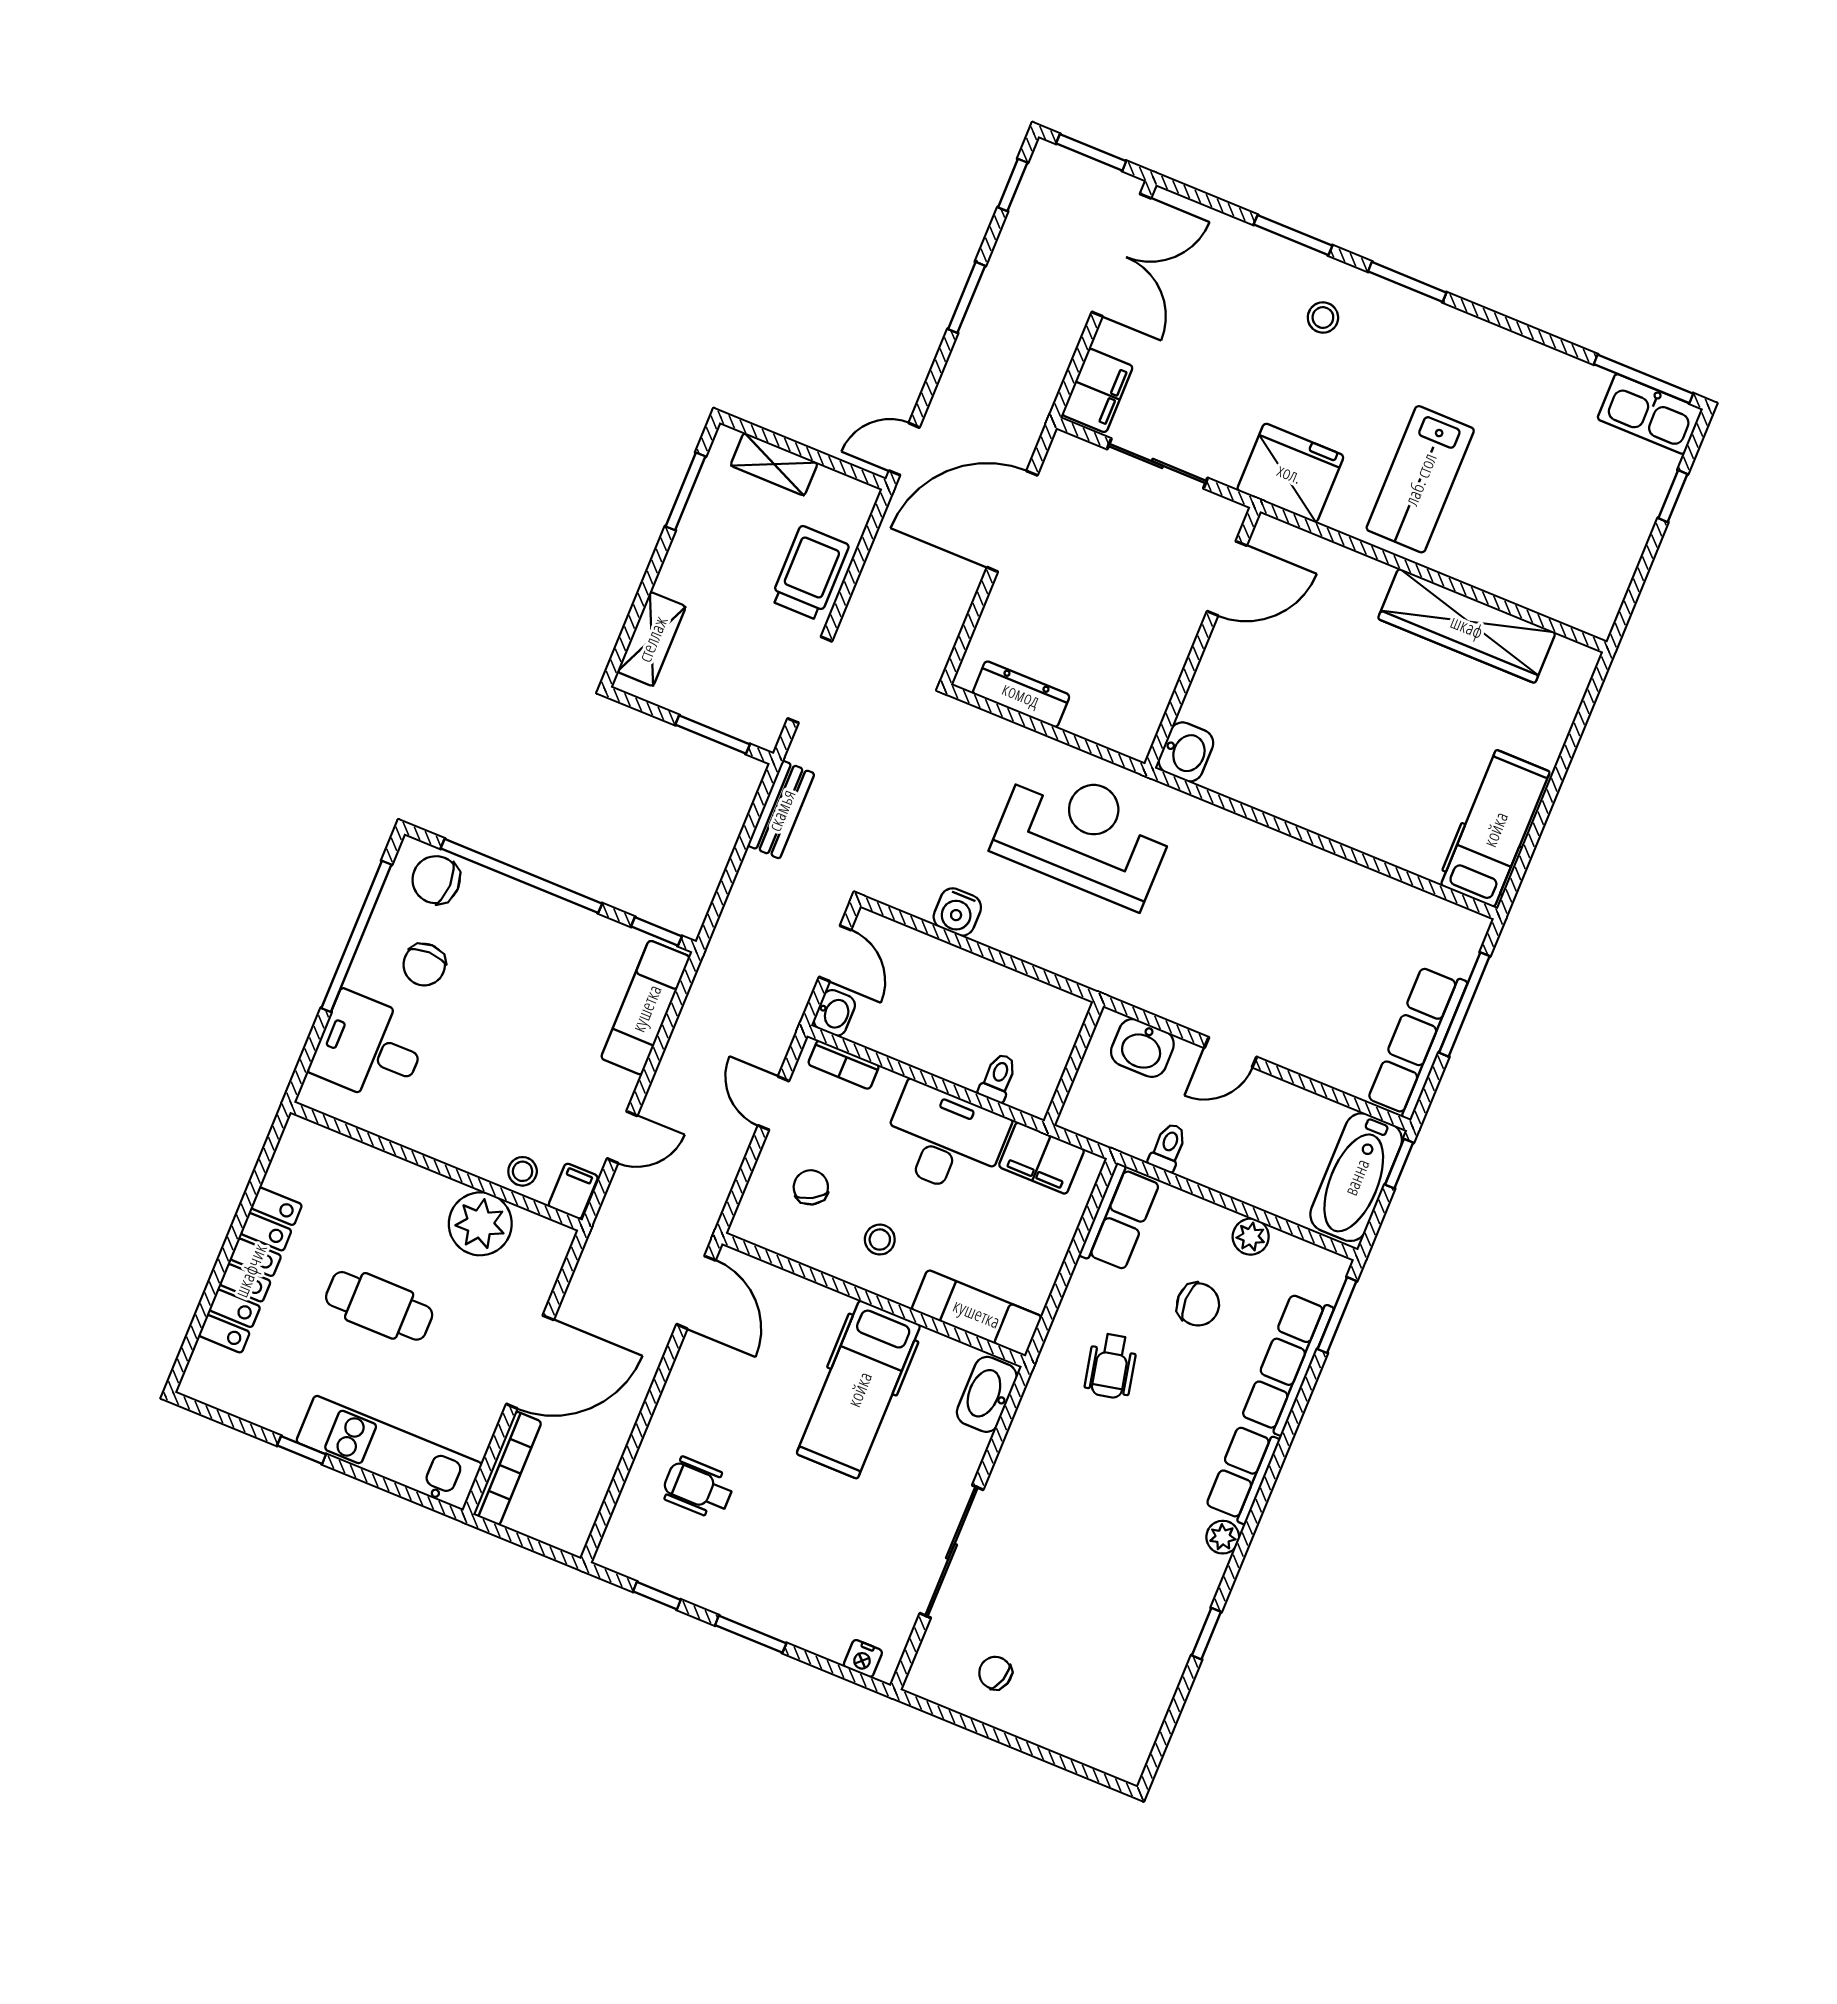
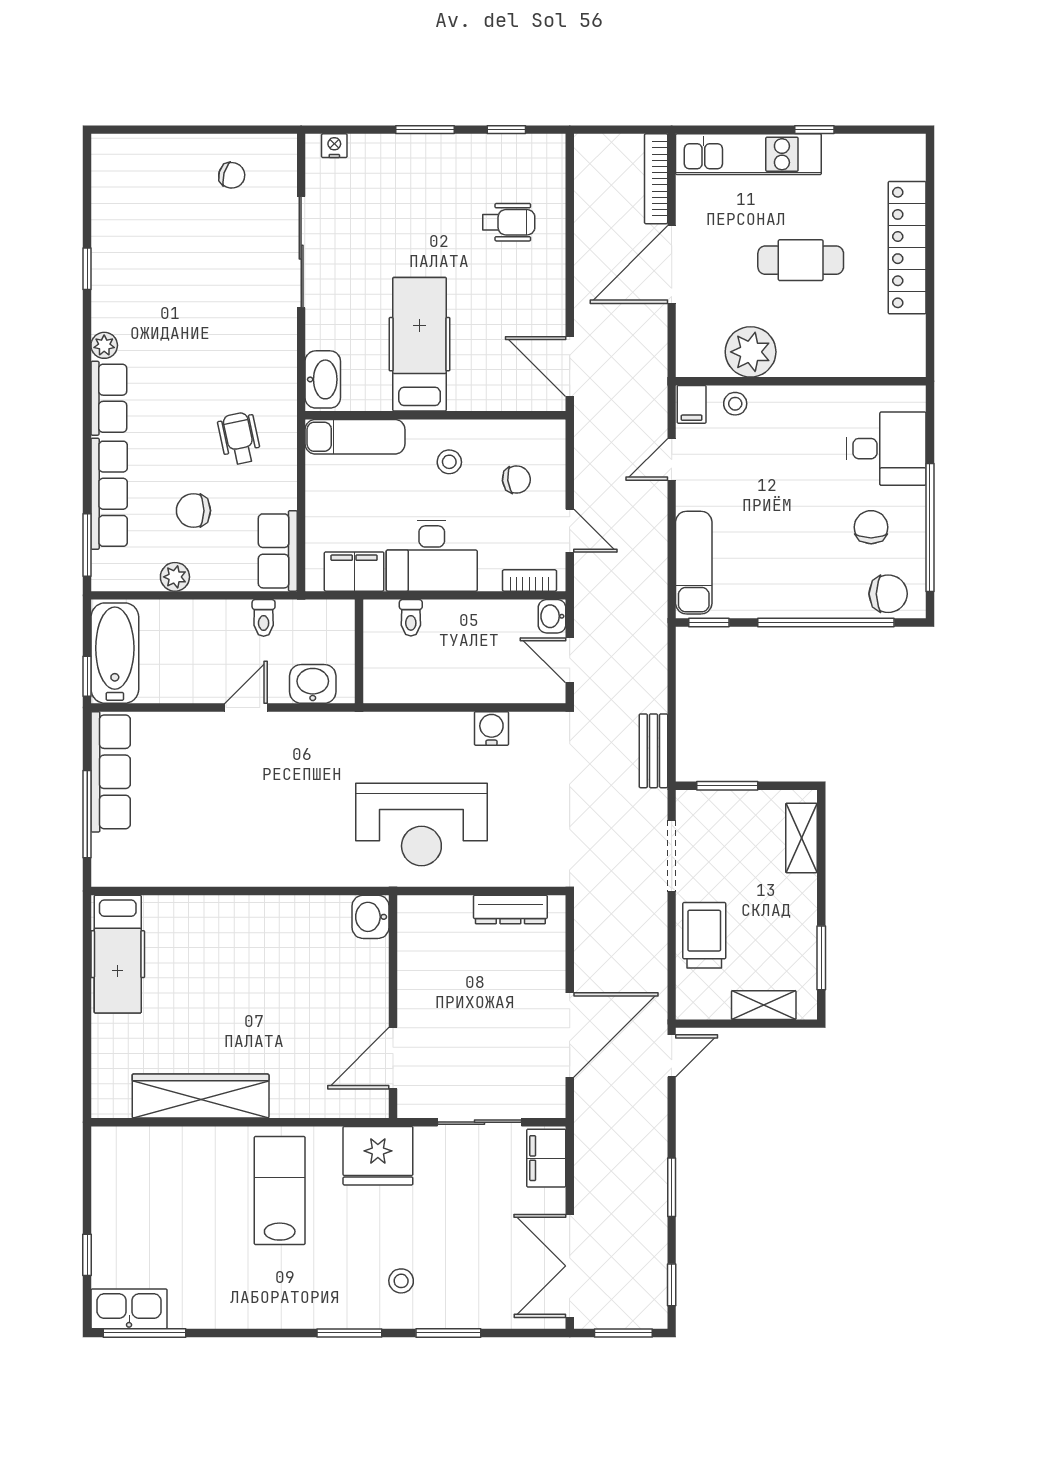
trolley: (810, 573) -> (704, 935), turned 180
chair: (811, 1187) -> (516, 480), turned -67

